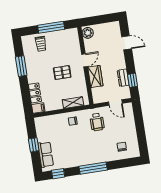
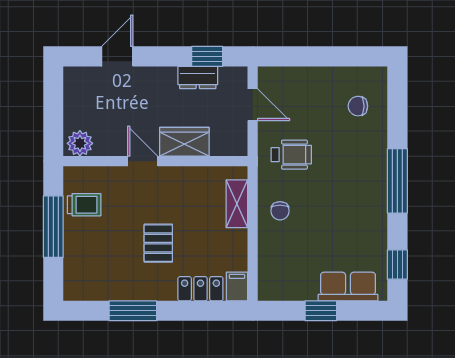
trolley: (41, 44) -> (84, 205), moved
pallet: (62, 73) -> (158, 243), moved
door: (115, 103) -> (253, 105), hinge flipped

